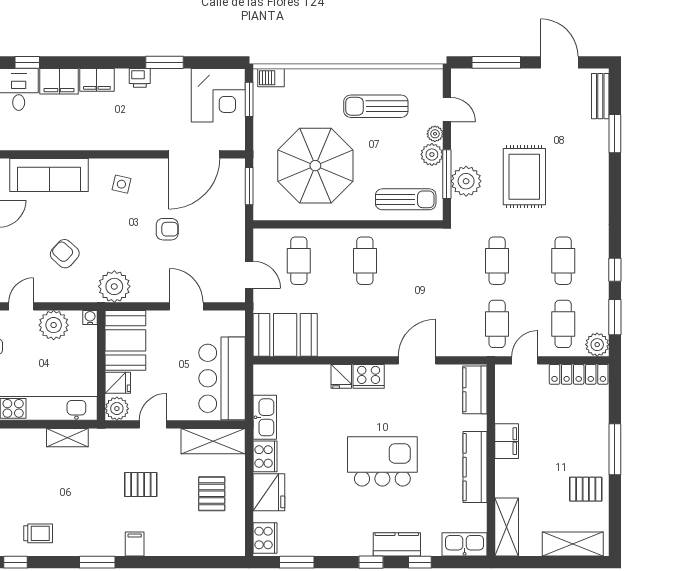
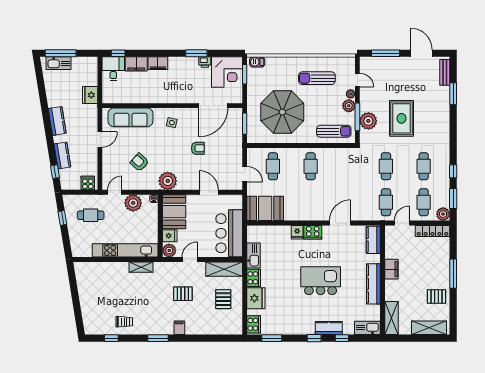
printer: (140, 78) -> (205, 62), moved

